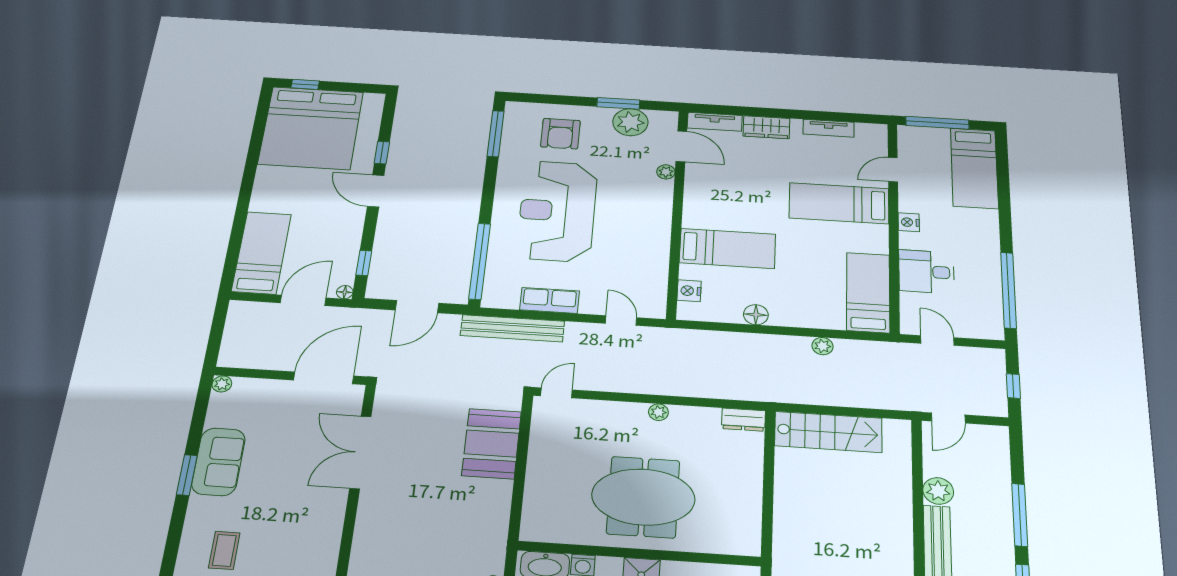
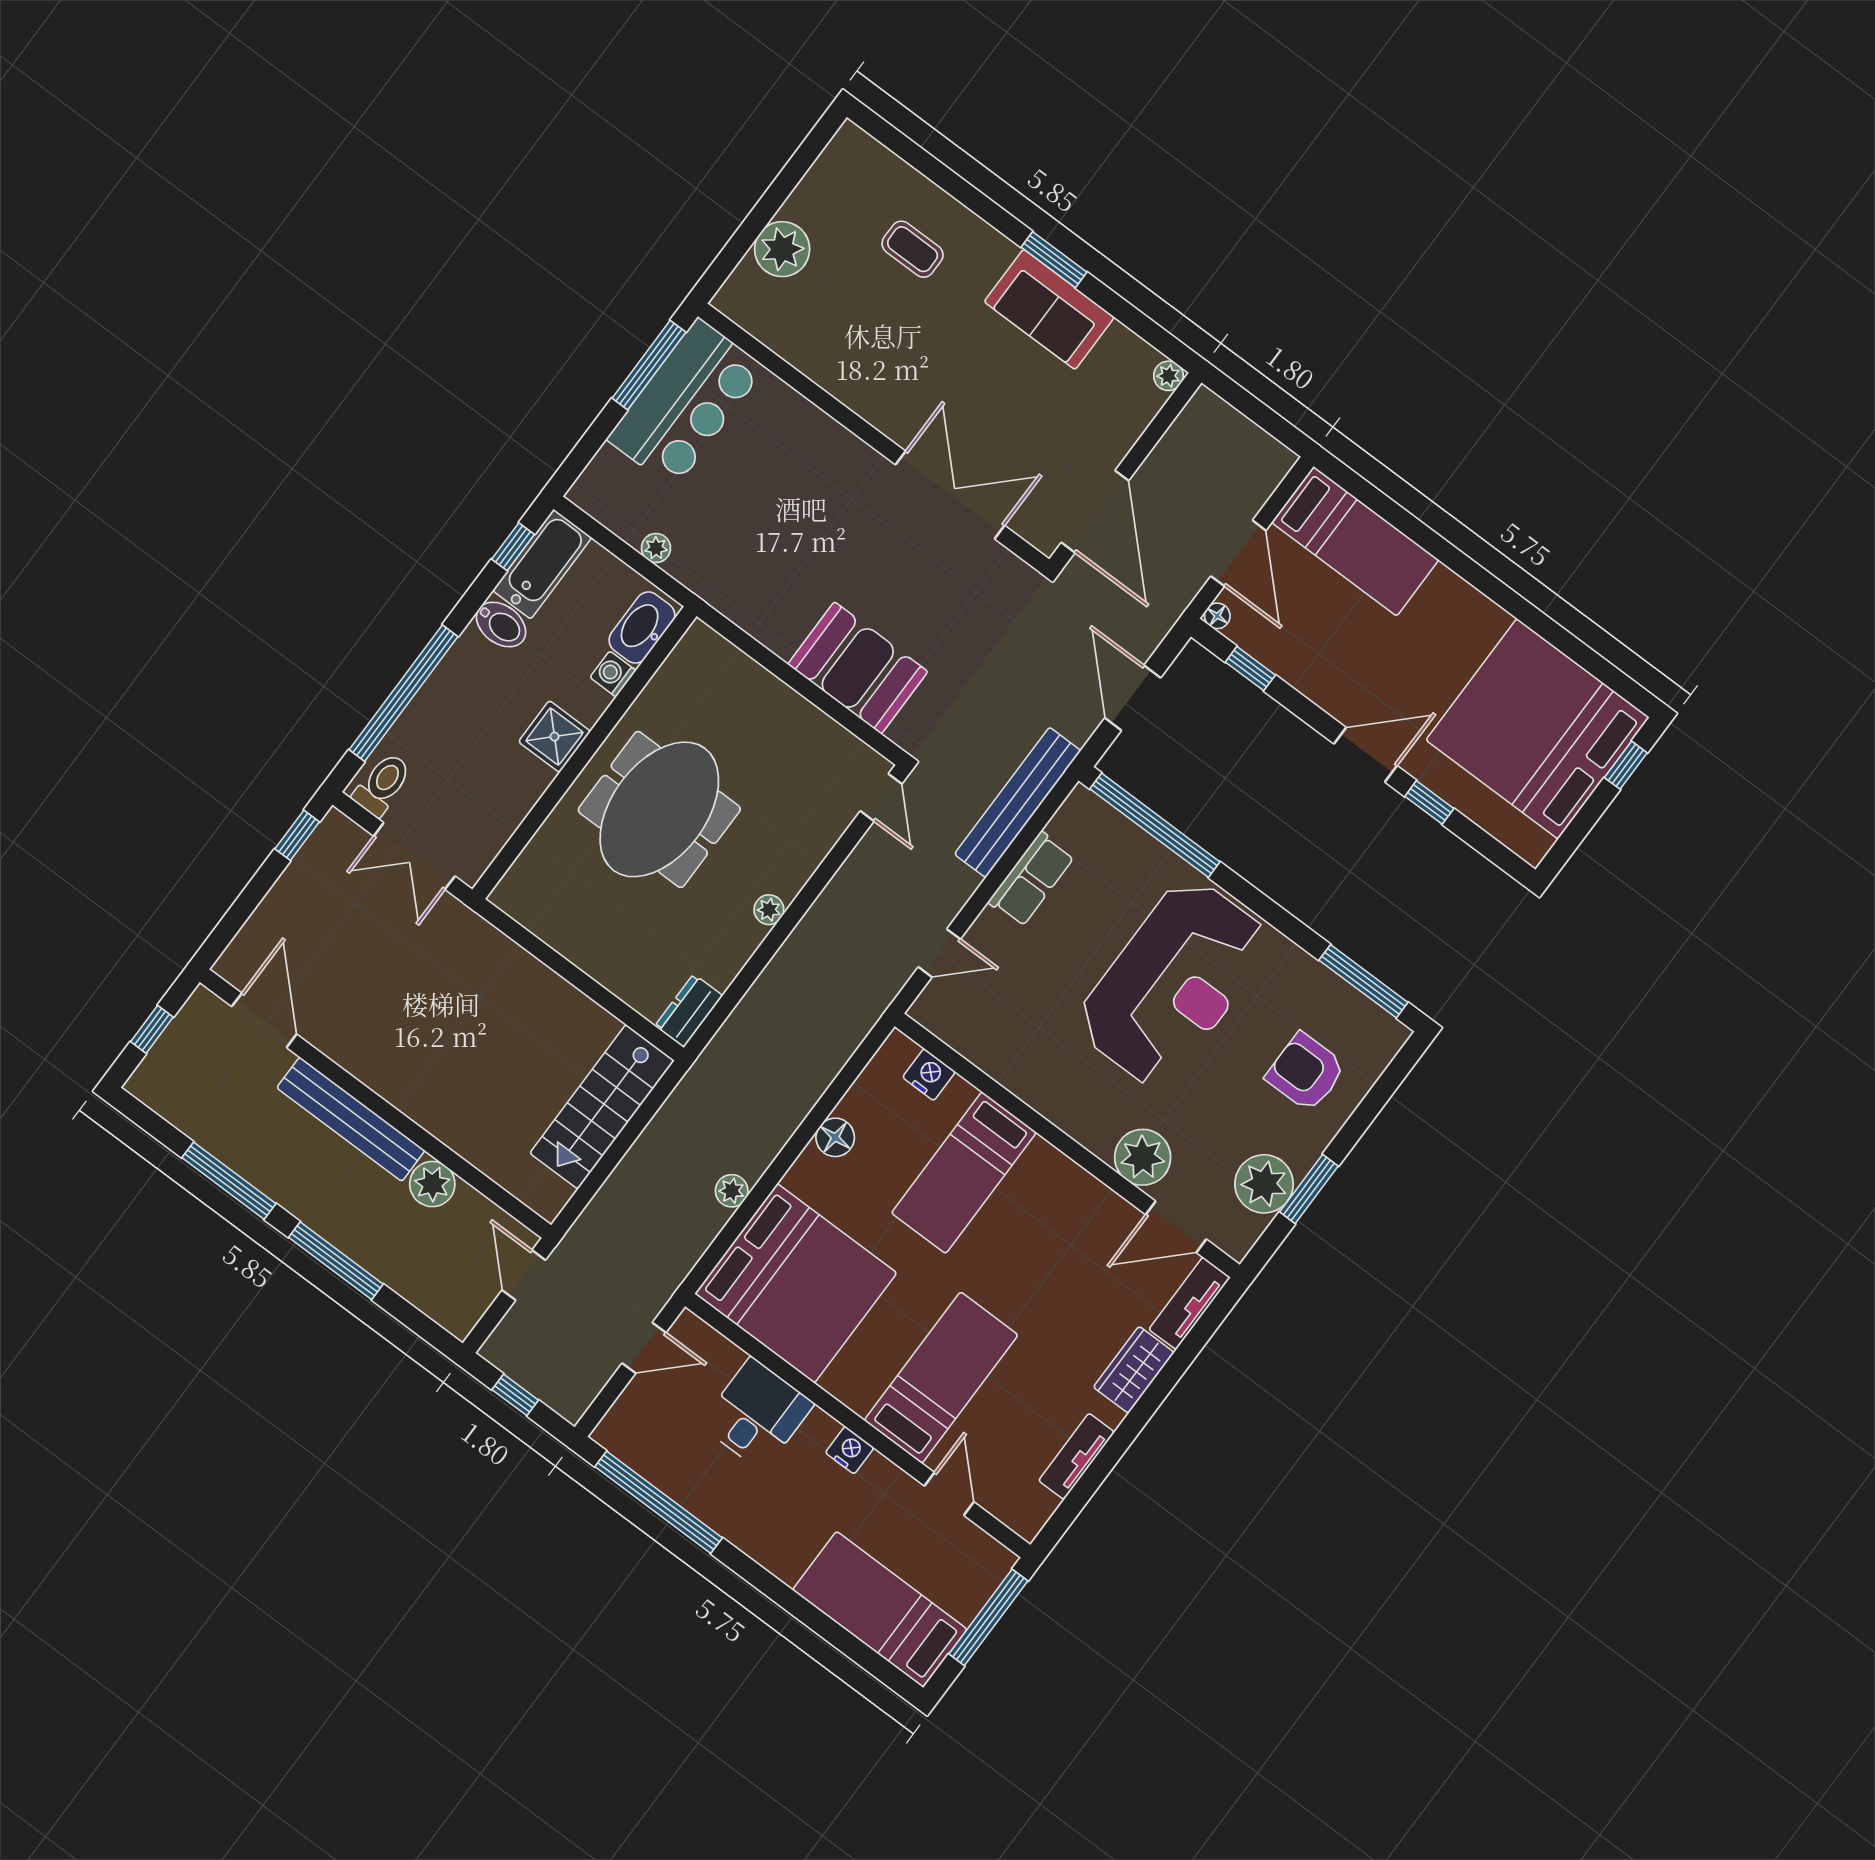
plant: (666, 172) -> (1143, 1157), width x1.87, depth x1.87
reception desk: (557, 211) -> (1173, 983), turned 90
bed: (868, 292) -> (796, 1283), width x2.04

